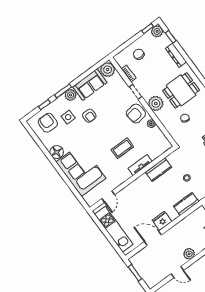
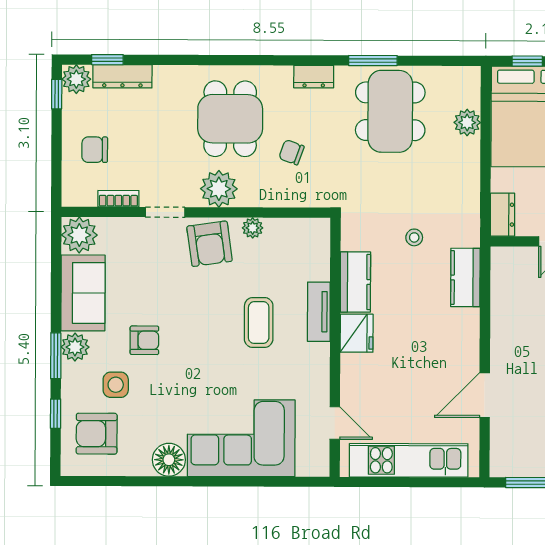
dresser: (176, 55) -> (122, 76), moved
fridge: (162, 221) -> (357, 333), moved, turned 180

